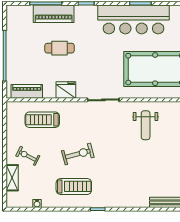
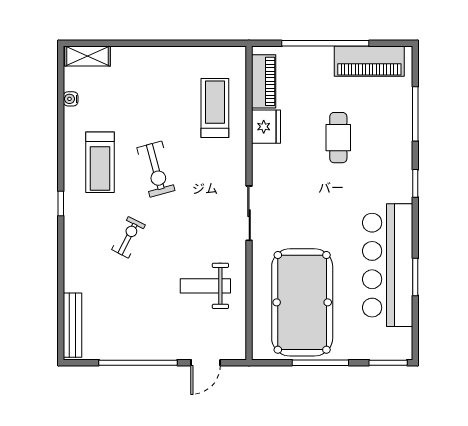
piano: (54, 14) -> (369, 61), moved, turned -90
fridge: (66, 90) -> (266, 127), moved
exercise bike: (28, 156) -> (128, 237), moved
shelving: (12, 178) -> (87, 56), moved

